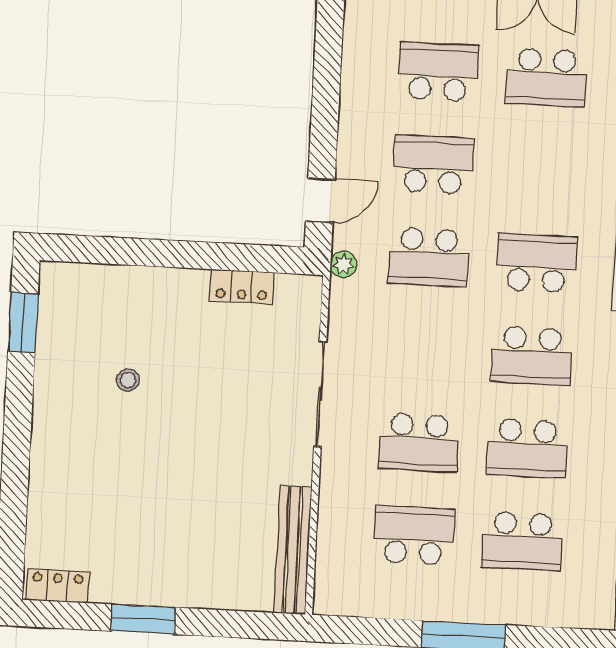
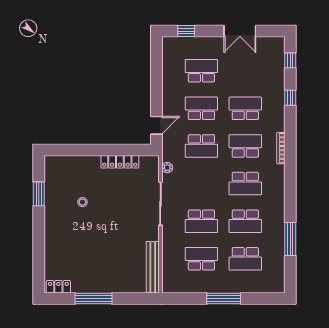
school desk: (546, 77) -> (245, 108), moved, turned 180
plant: (343, 264) -> (167, 168), moved
locker: (242, 287) -> (120, 162), width x1.53
window: (23, 323) -> (39, 194), moved
window: (143, 619) -> (94, 299), width x1.44

